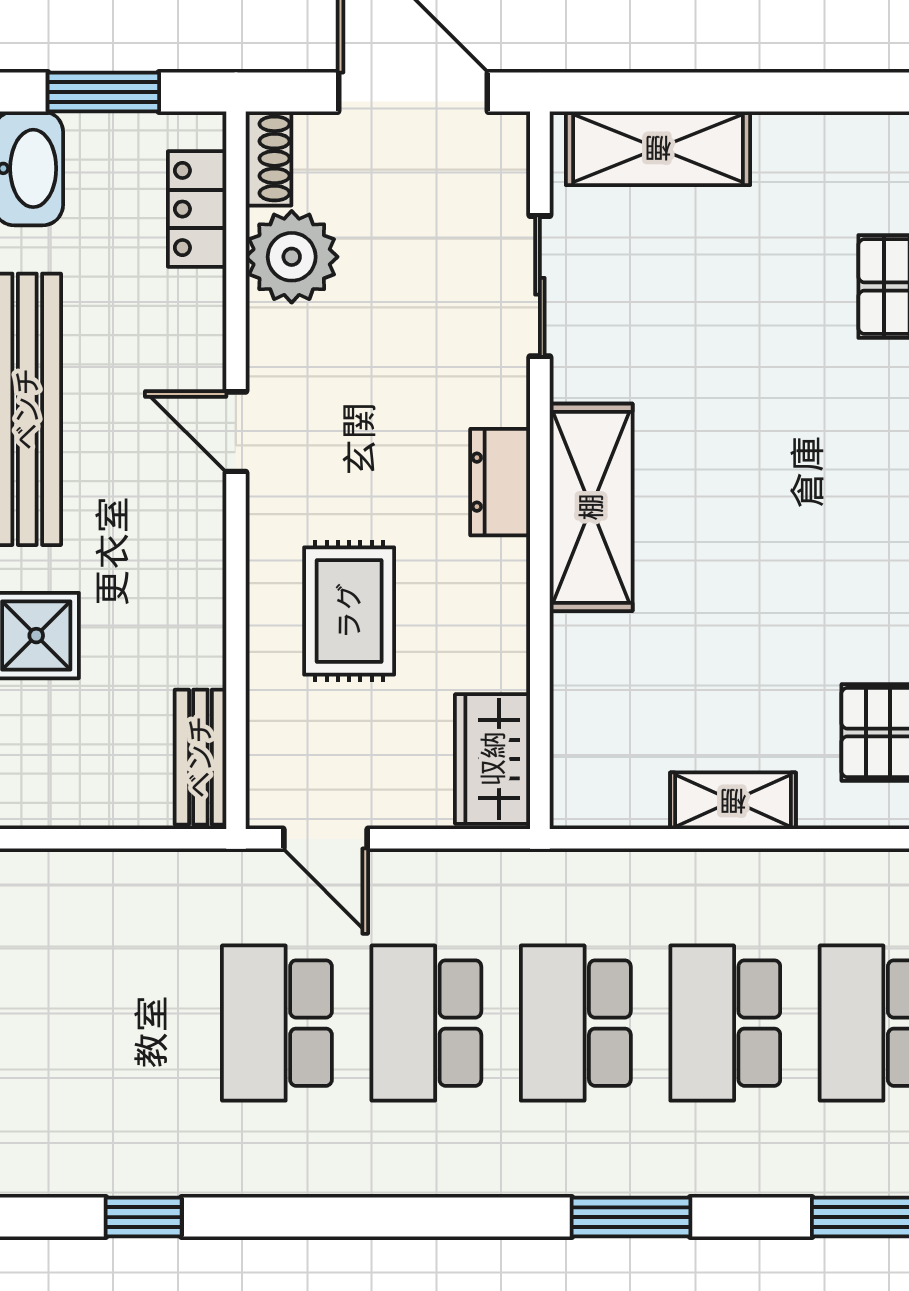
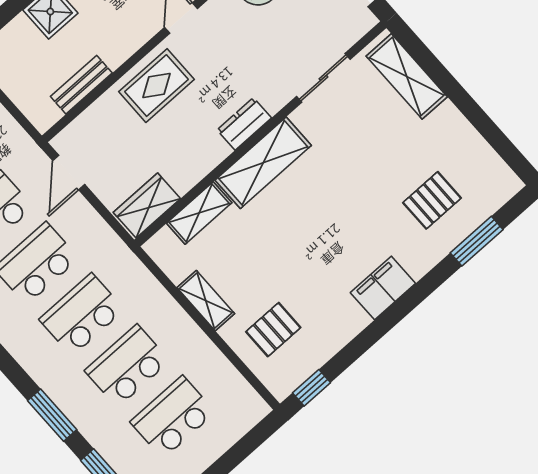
rug: (349, 611) -> (157, 86), moved
shelving: (580, 685) -> (199, 213), added
bench: (200, 757) -> (81, 85), moved
window: (631, 1217) -> (52, 415), moved

